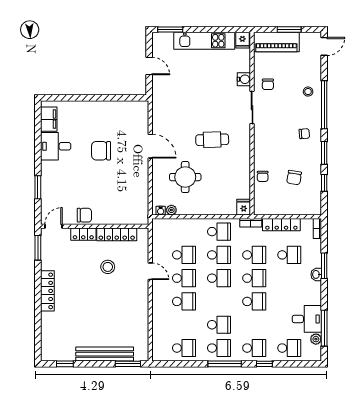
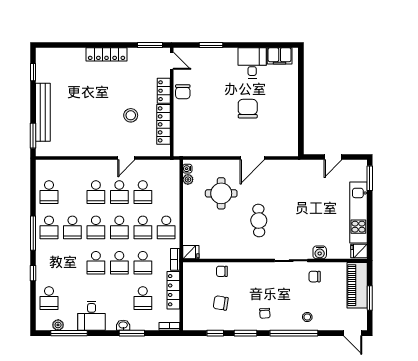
desk: (307, 319) -> (92, 316), moved
school desk: (254, 348) -> (96, 227), moved

